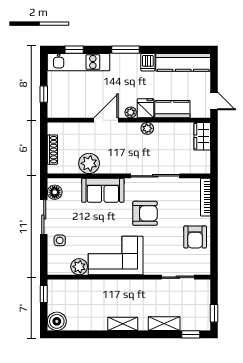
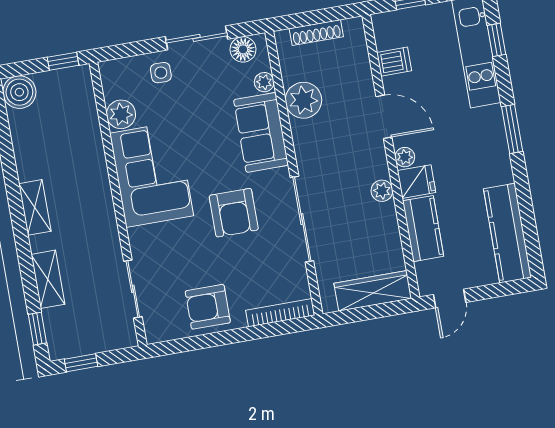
dishwasher: (148, 62) -> (394, 62), moved, turned 180
wardrobe: (202, 136) -> (373, 291), width x1.50
plant: (75, 184) -> (264, 82), added

